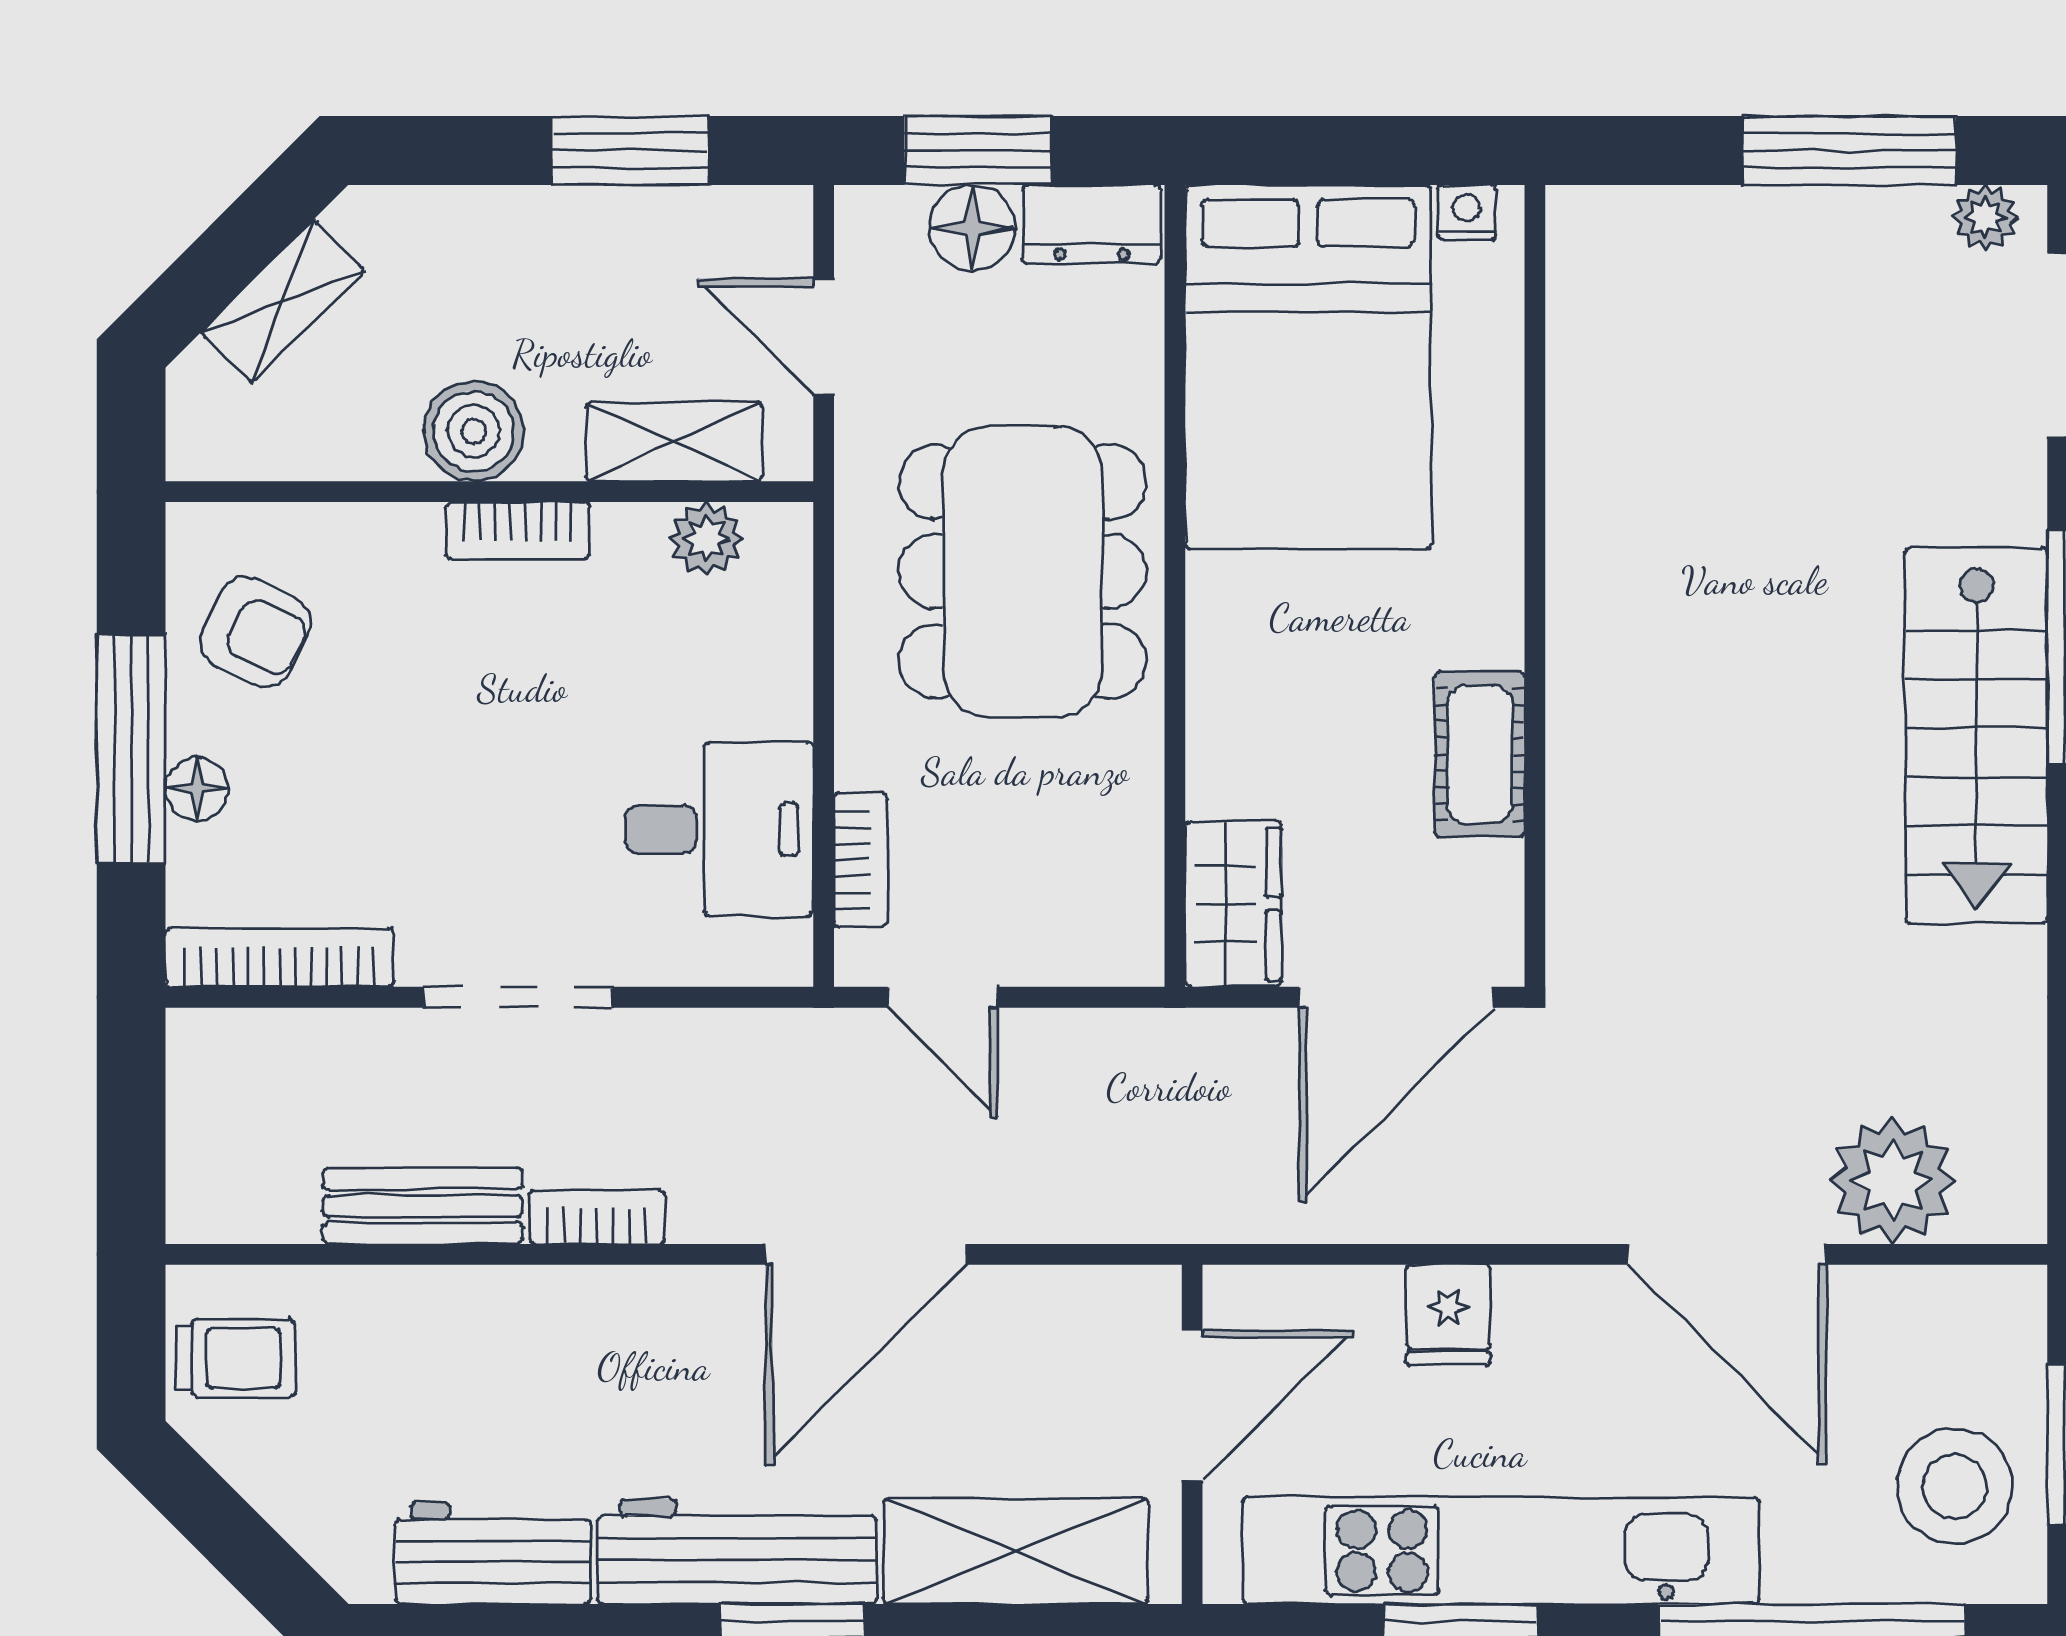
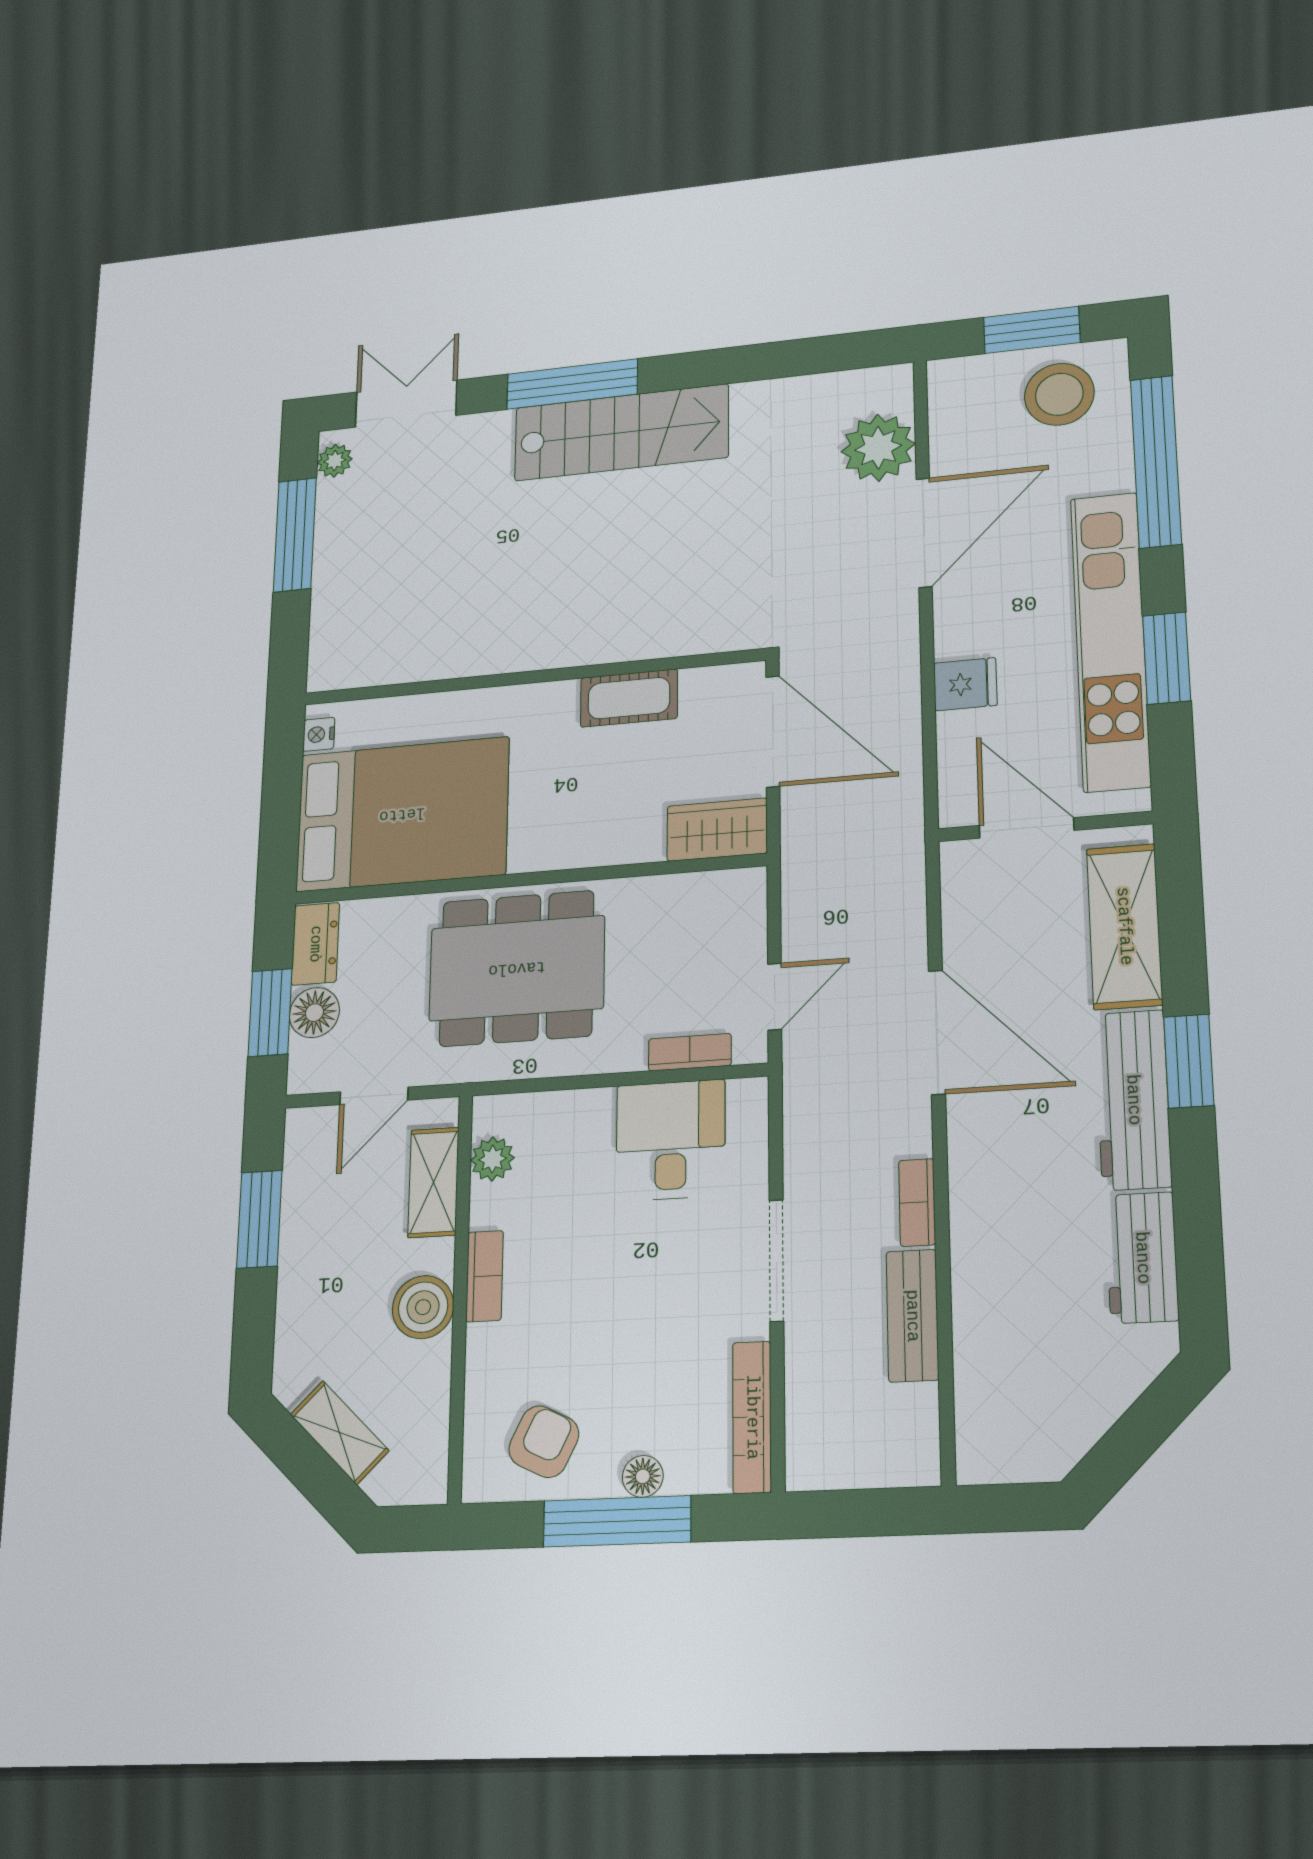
trolley: (235, 1358) -> (1017, 1436), removed

